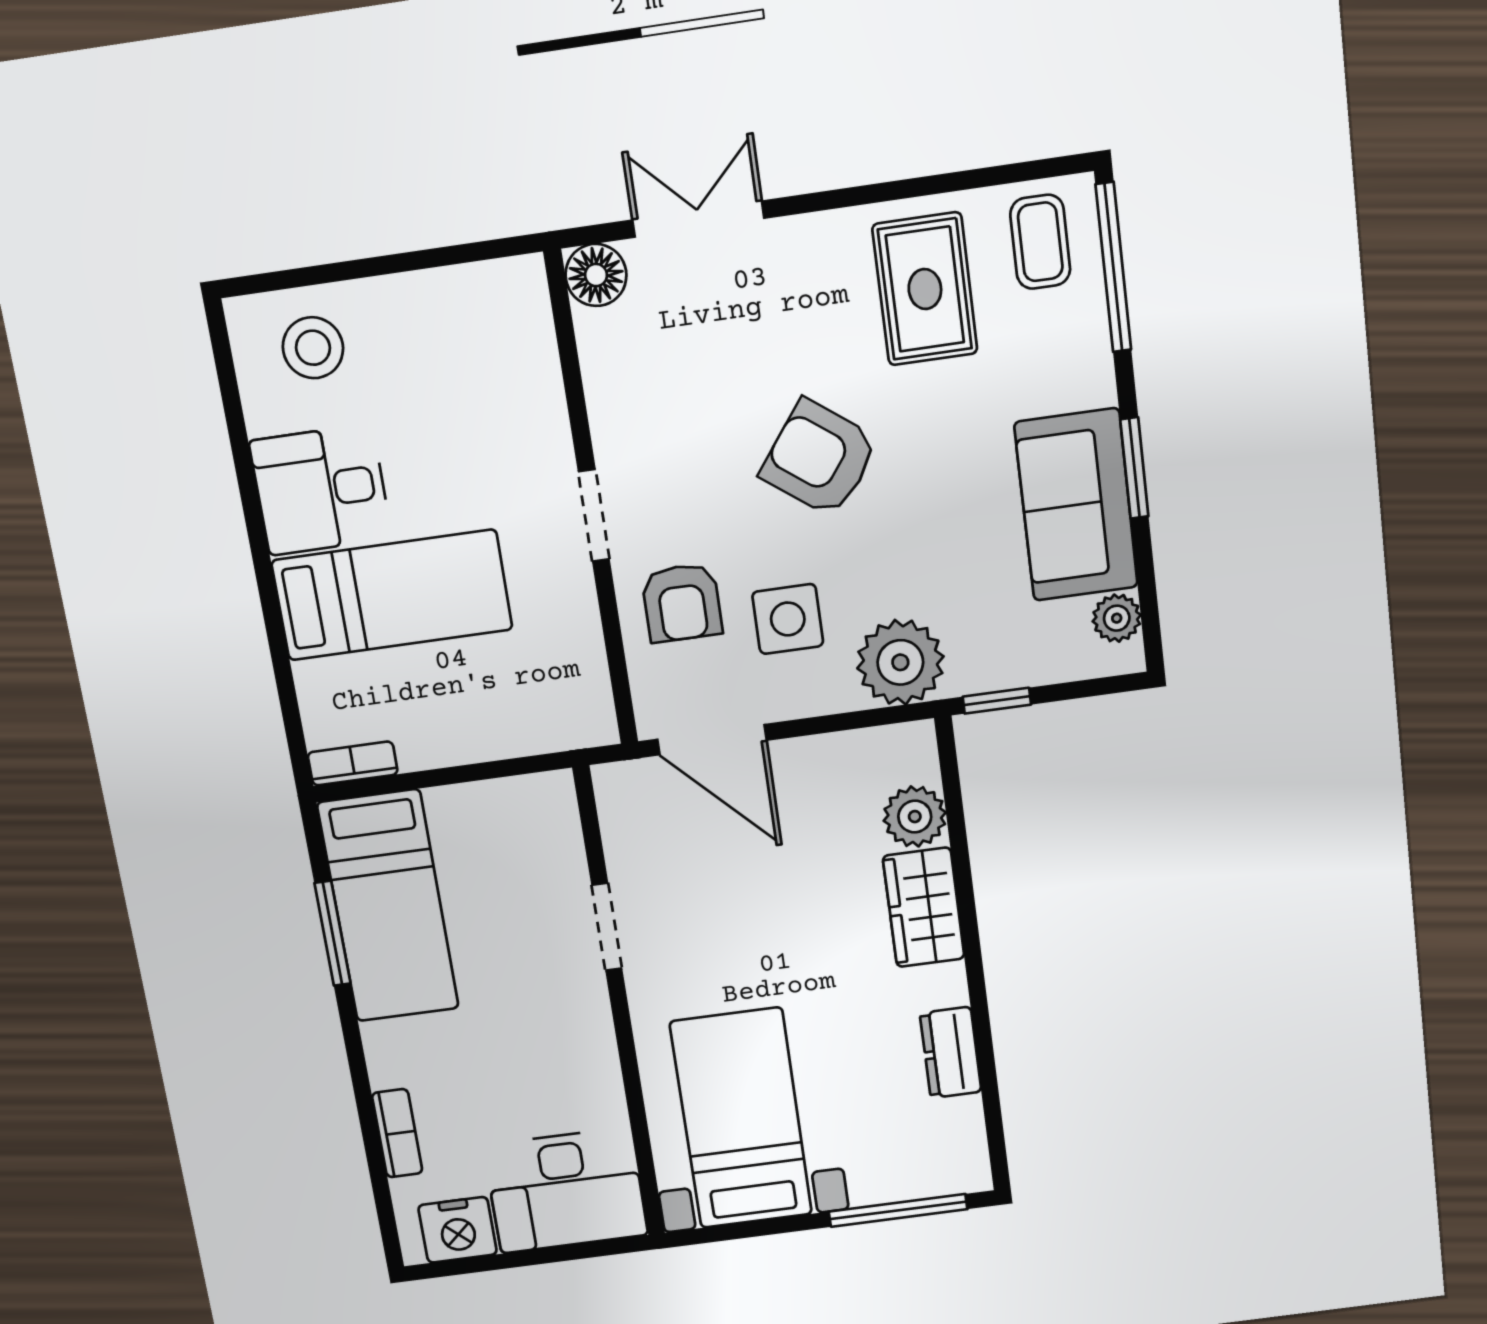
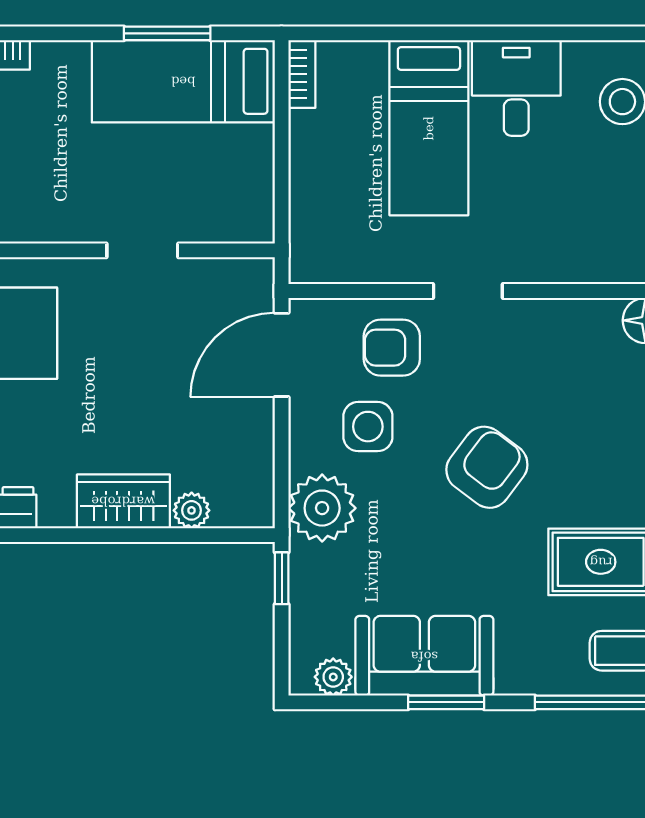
plant: (915, 817) -> (192, 510), width x0.73, depth x0.73

